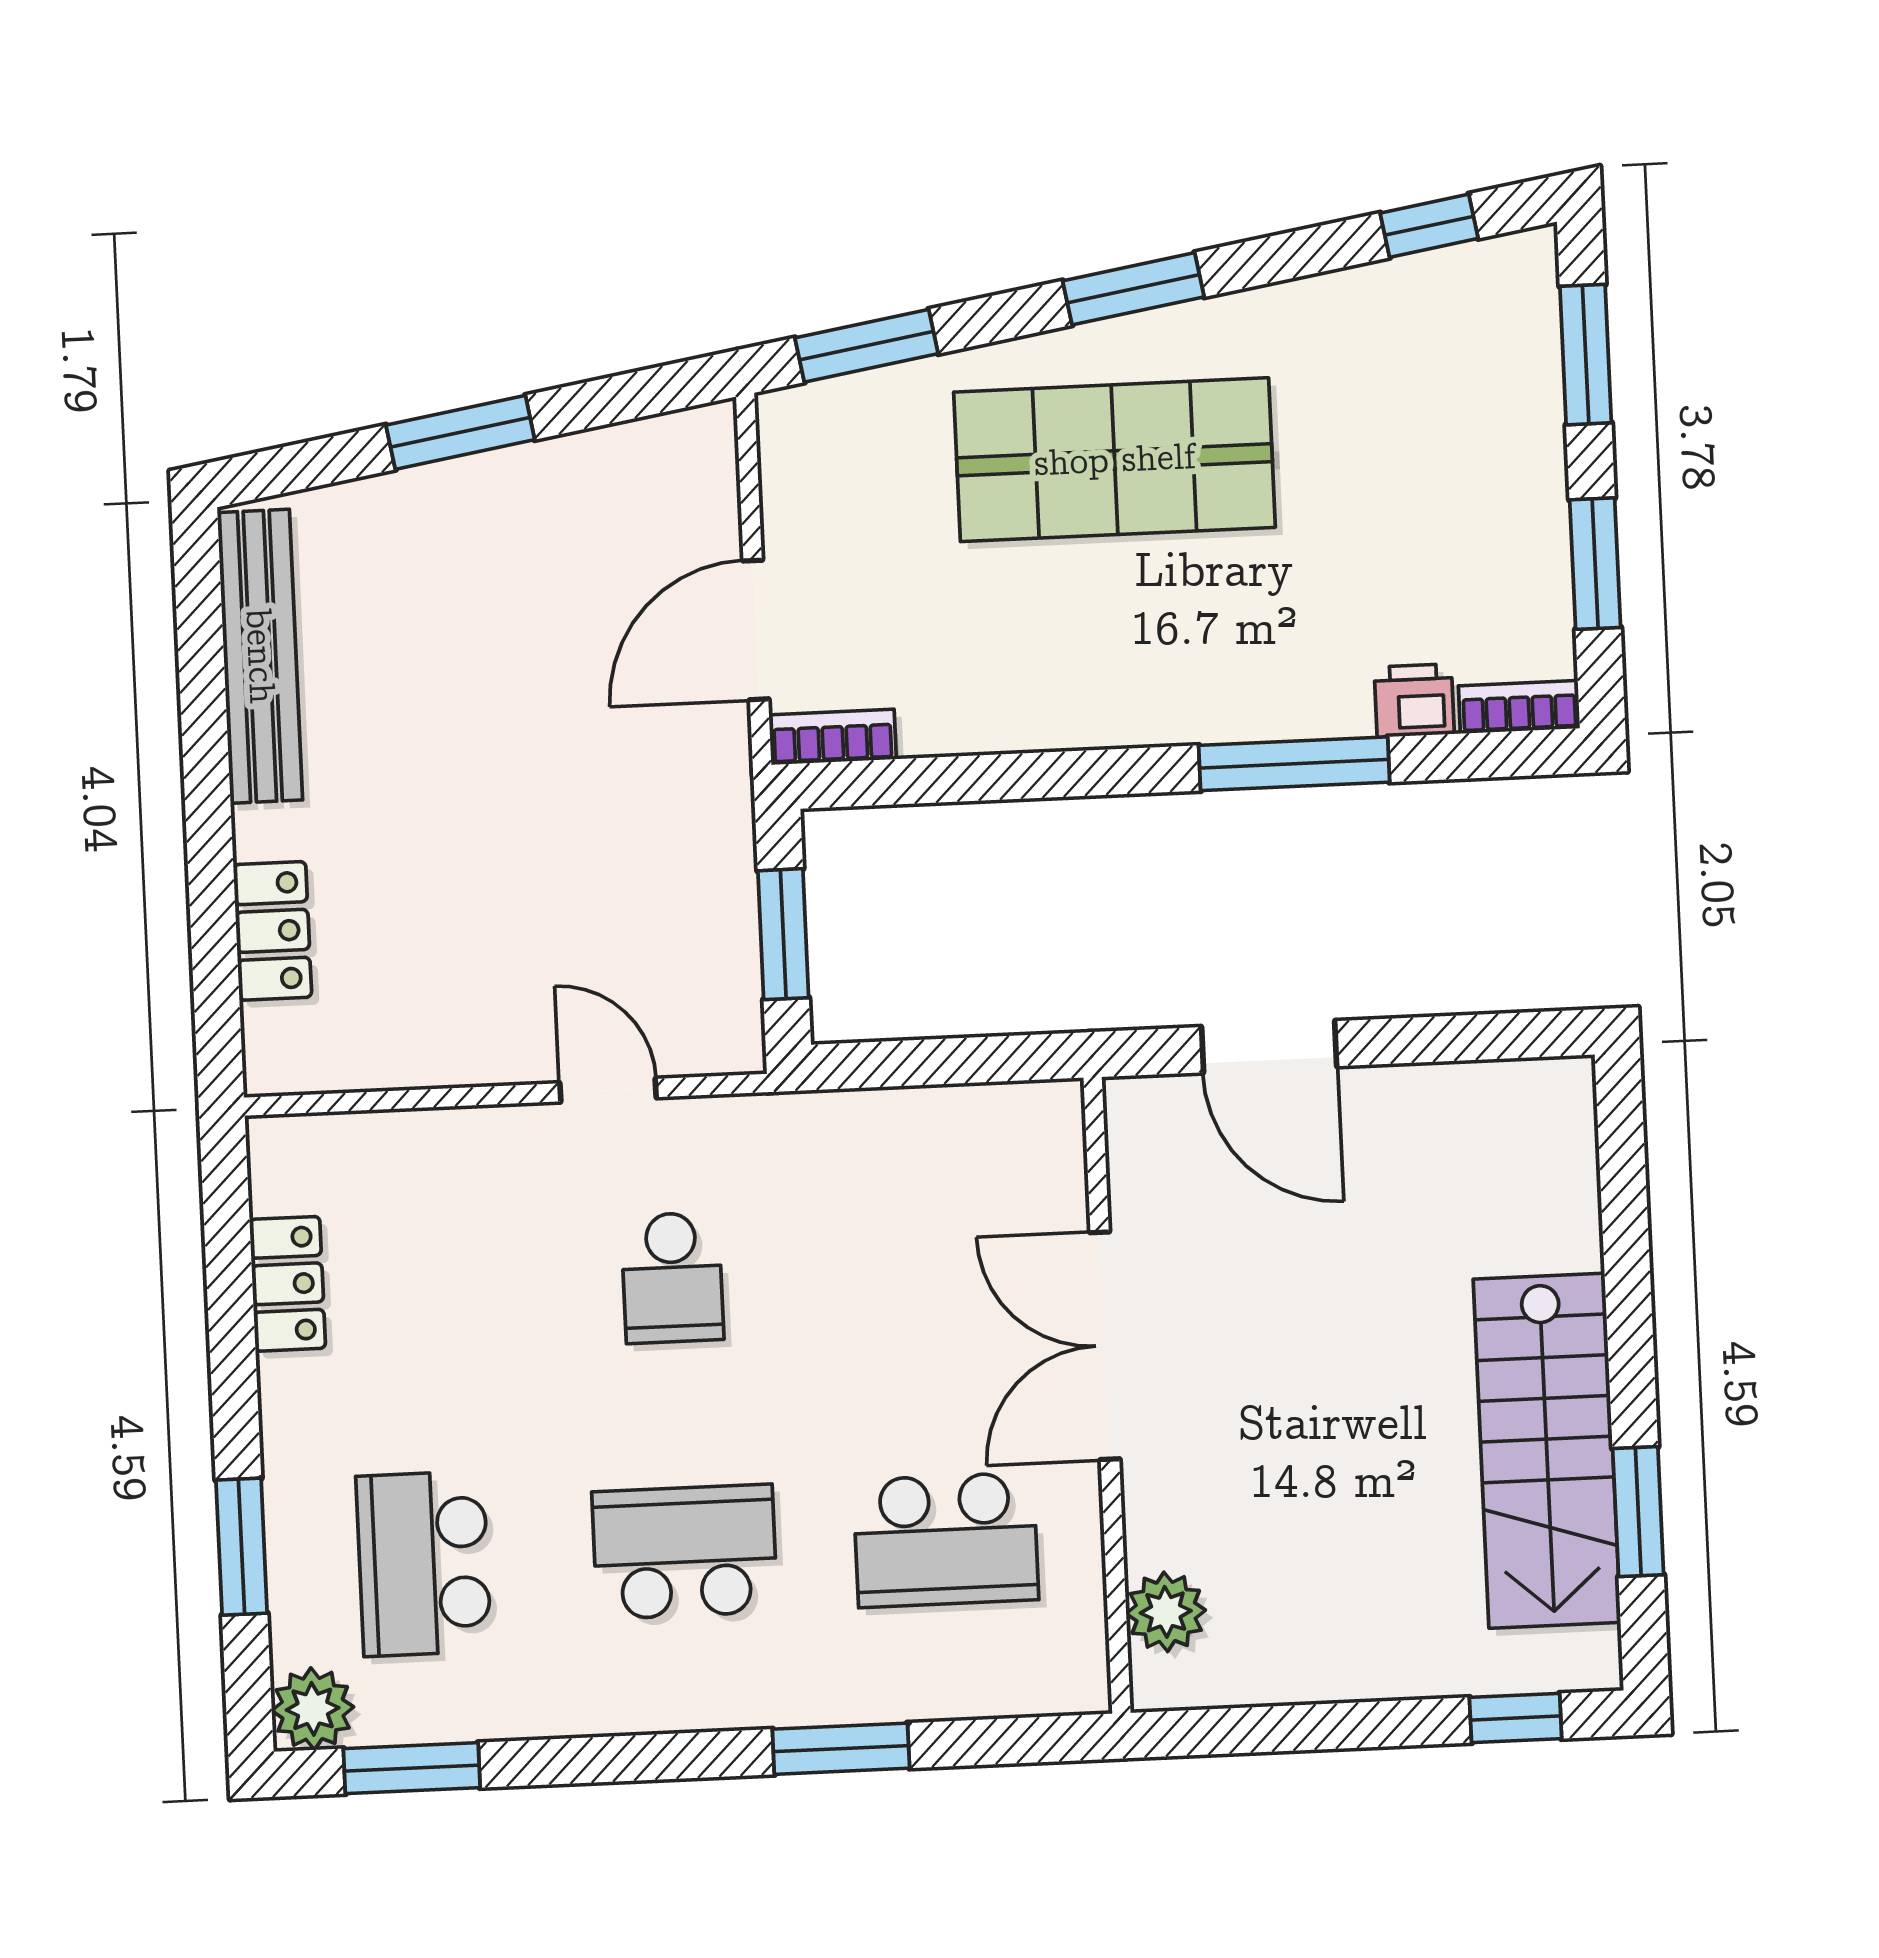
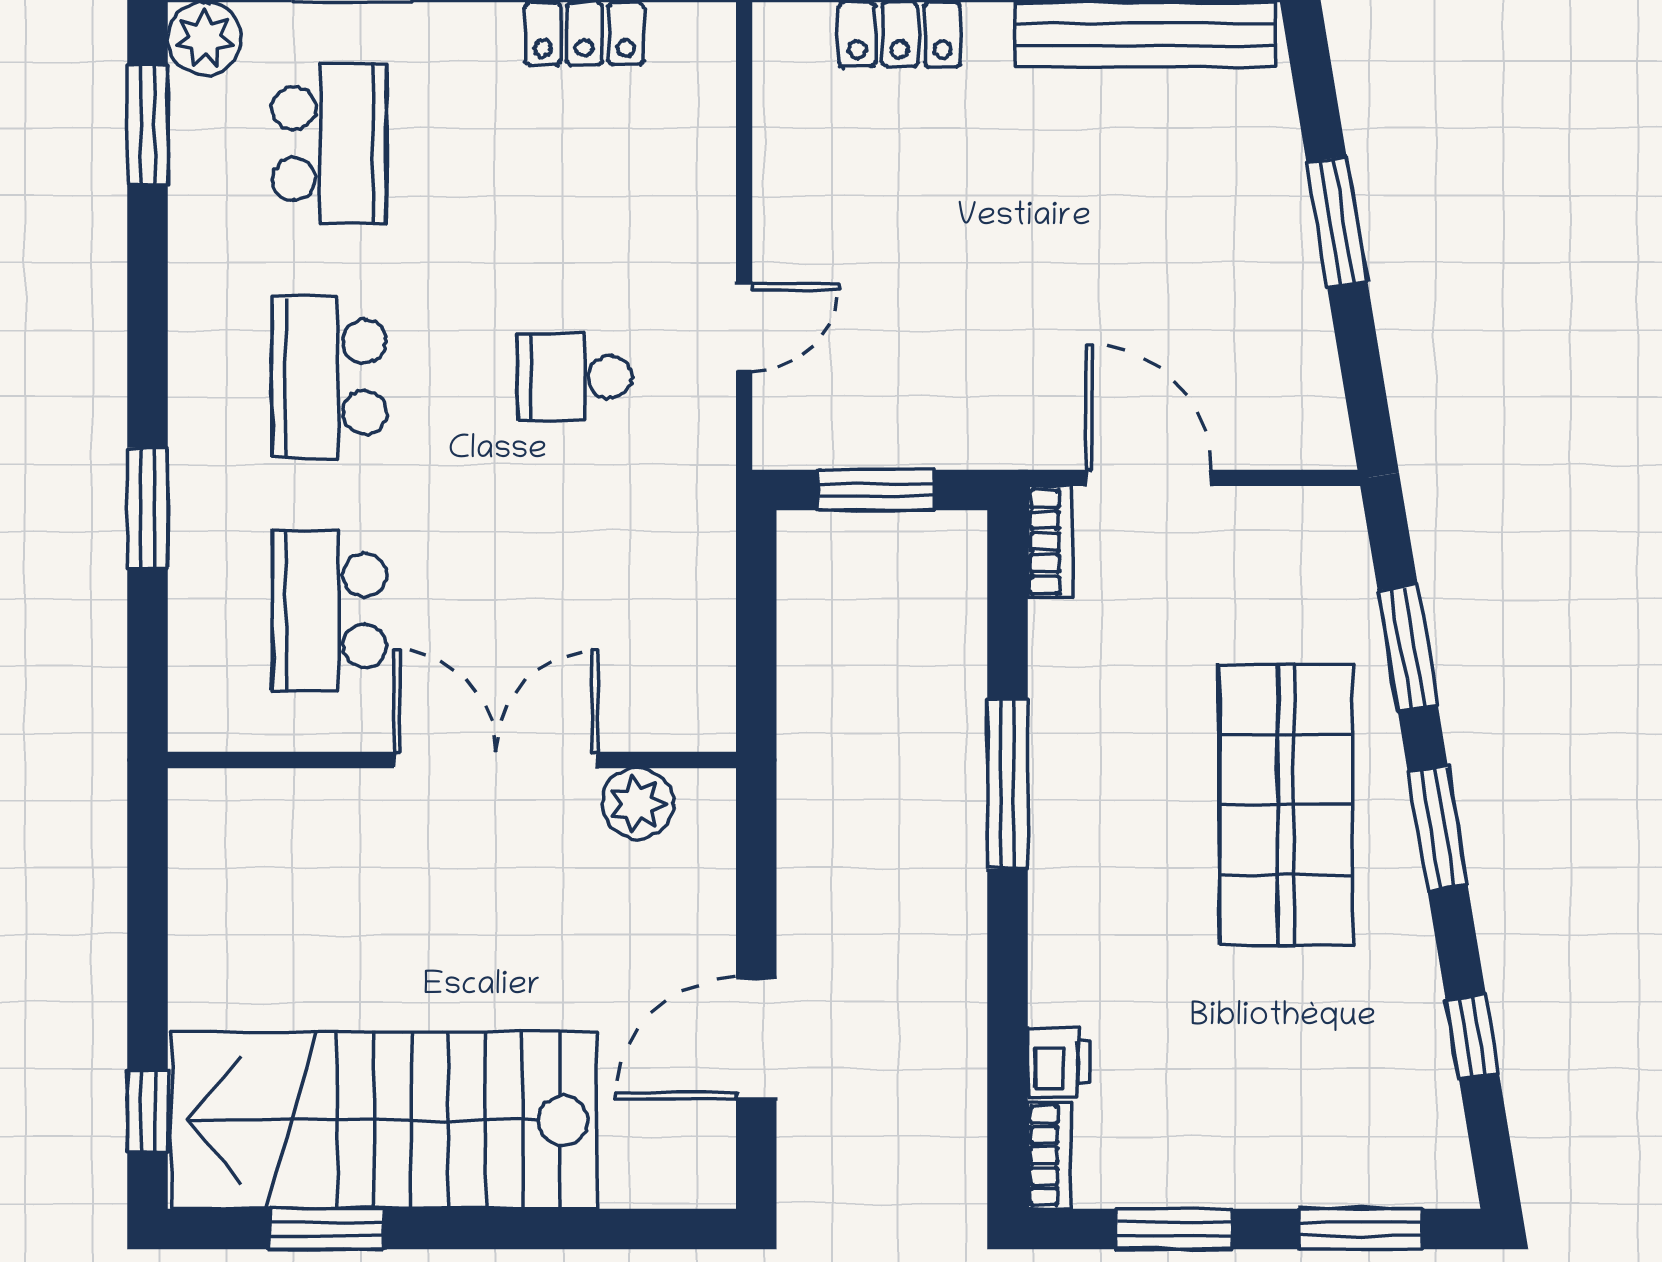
window: (1429, 226) -> (1472, 1037), moved
window: (867, 346) -> (1408, 648), moved
window: (1294, 764) -> (1008, 784), moved
door: (1269, 1047) -> (756, 1039), moved
stairs: (1547, 1451) -> (385, 1120), width x1.36, depth x1.51
school desk: (685, 1552) -> (329, 377), turned 180
school desk: (424, 1564) -> (329, 144), turned 90
plant: (1166, 1612) -> (638, 804), moved

